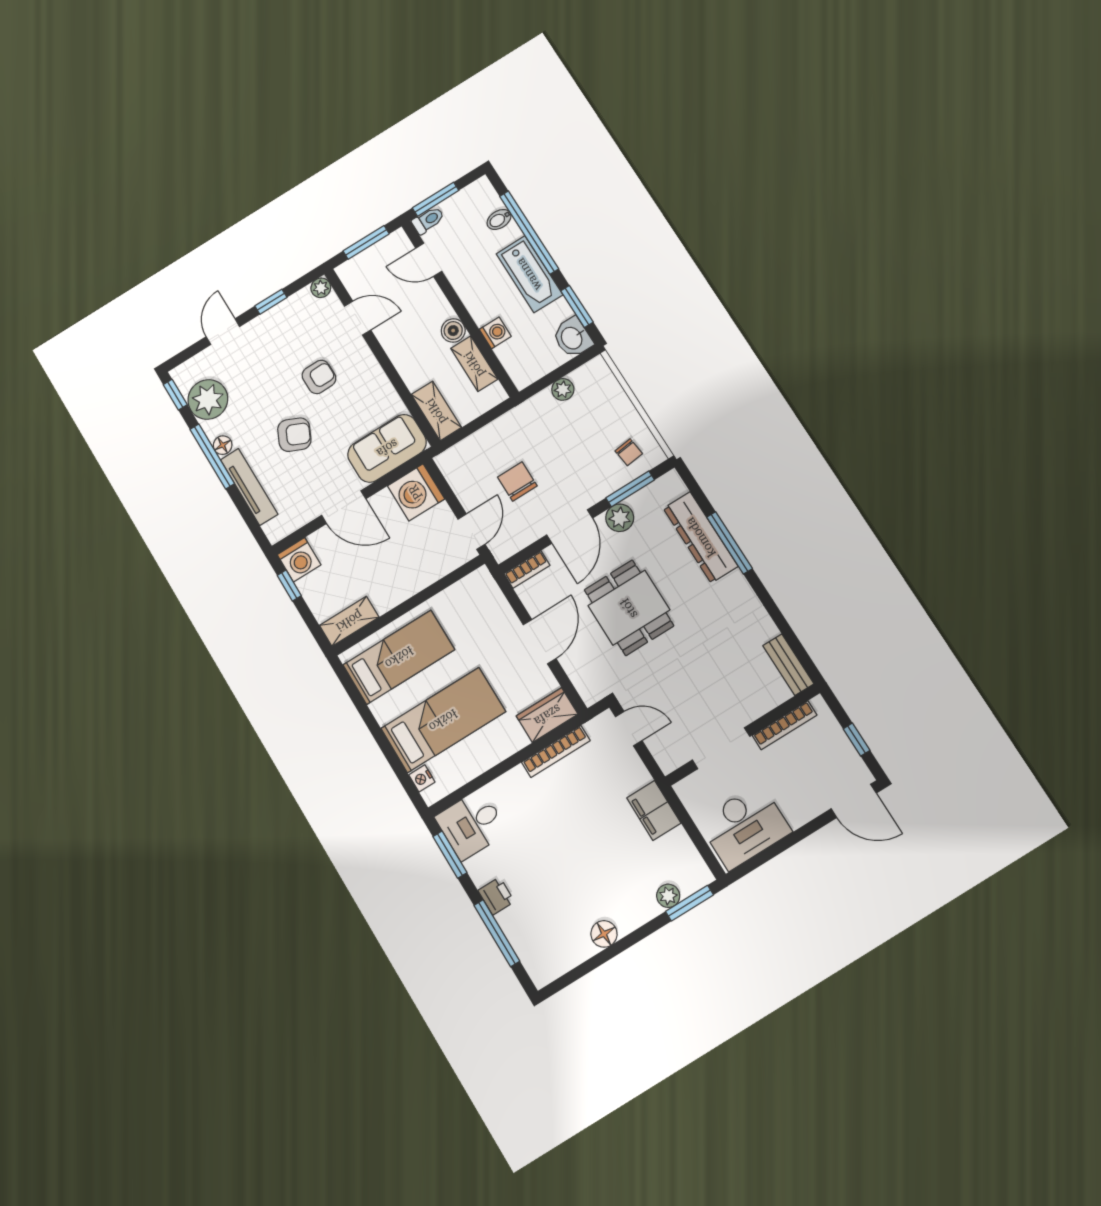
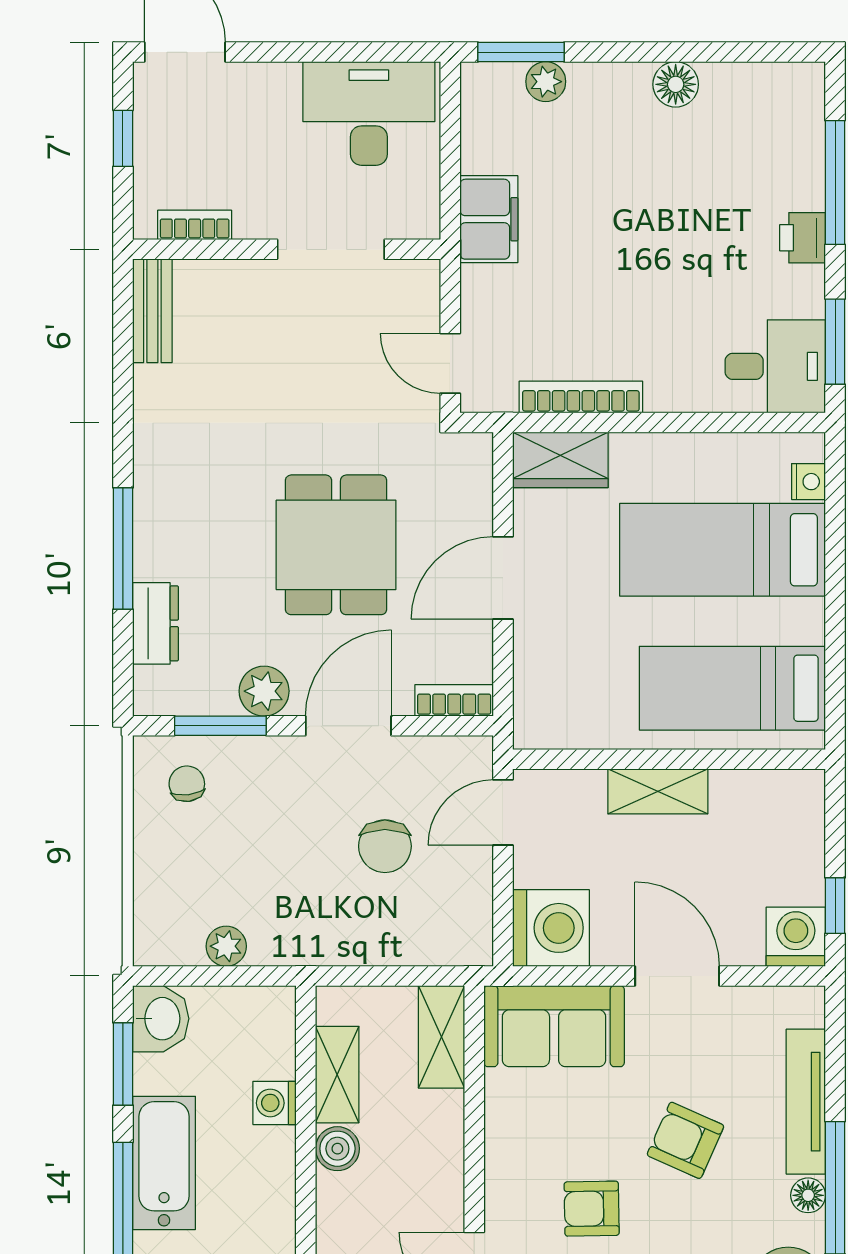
dresser: (701, 537) -> (155, 623), width x0.51, depth x0.80
shelving: (349, 621) -> (658, 791), moved
bookcase: (785, 725) -> (195, 225), width x0.64

